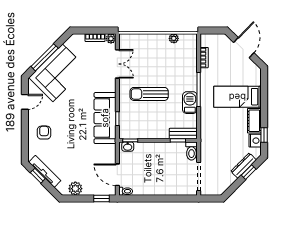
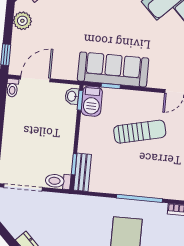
sun lounger: (149, 94) -> (140, 132), turned 77
barbecue: (190, 103) -> (92, 101), moved, turned 90

